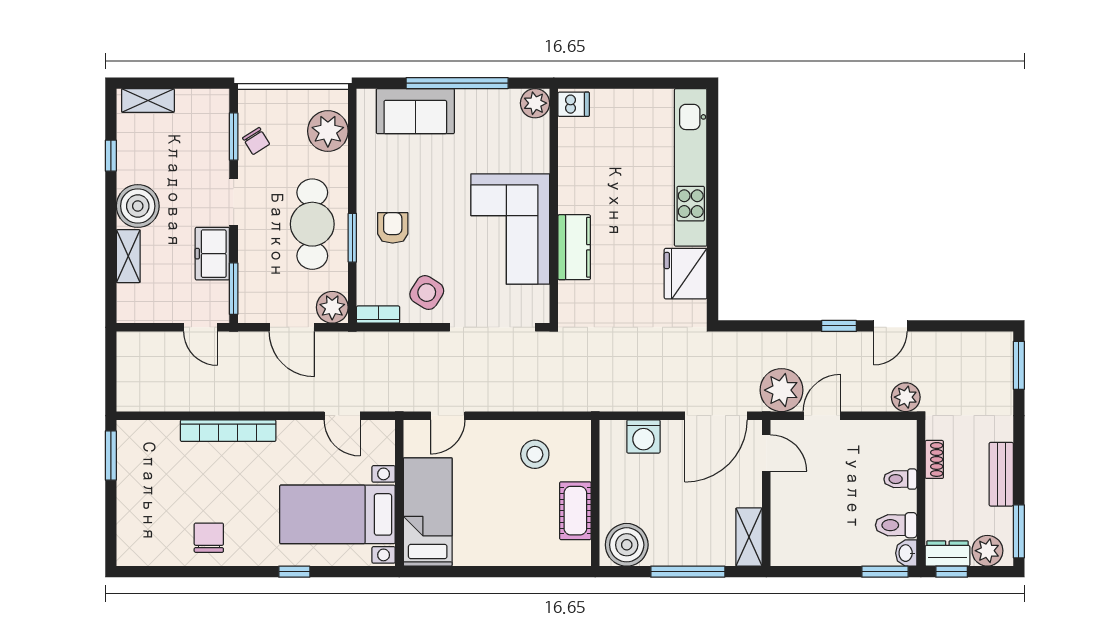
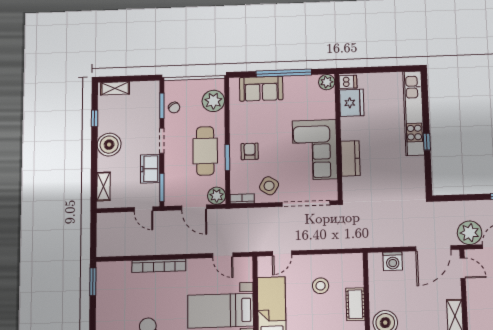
window: (713, 221) -> (427, 142), added
shelving: (128, 256) -> (104, 186), moved
fridge: (686, 274) -> (352, 103), moved, turned 180
stool: (535, 454) -> (321, 286), moved

